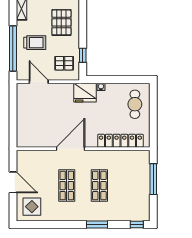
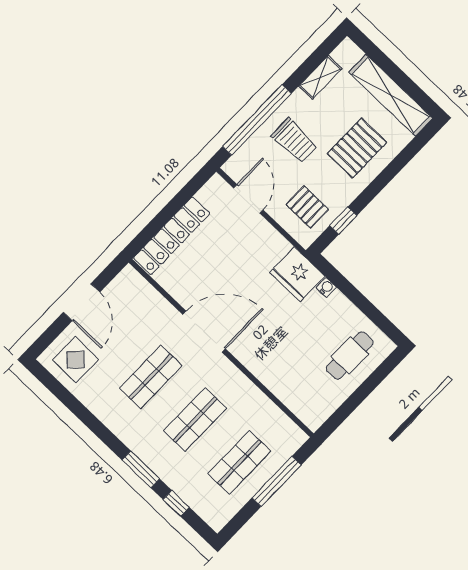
locker: (120, 141) -> (172, 236), moved, turned 90
shop shelf: (132, 186) -> (239, 462), added
window: (137, 224) -> (176, 503), moved

